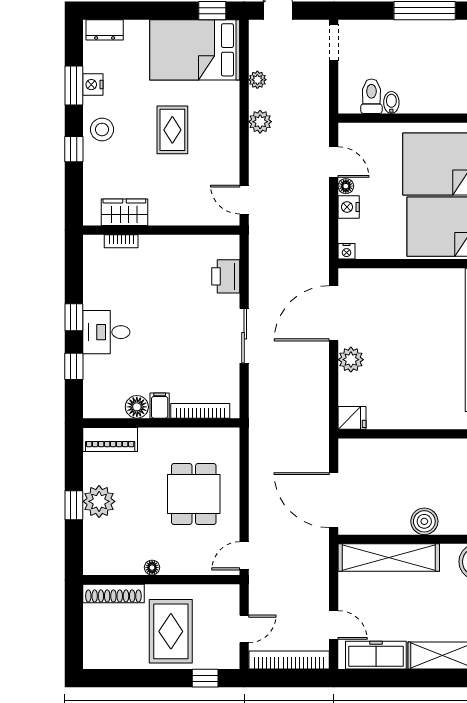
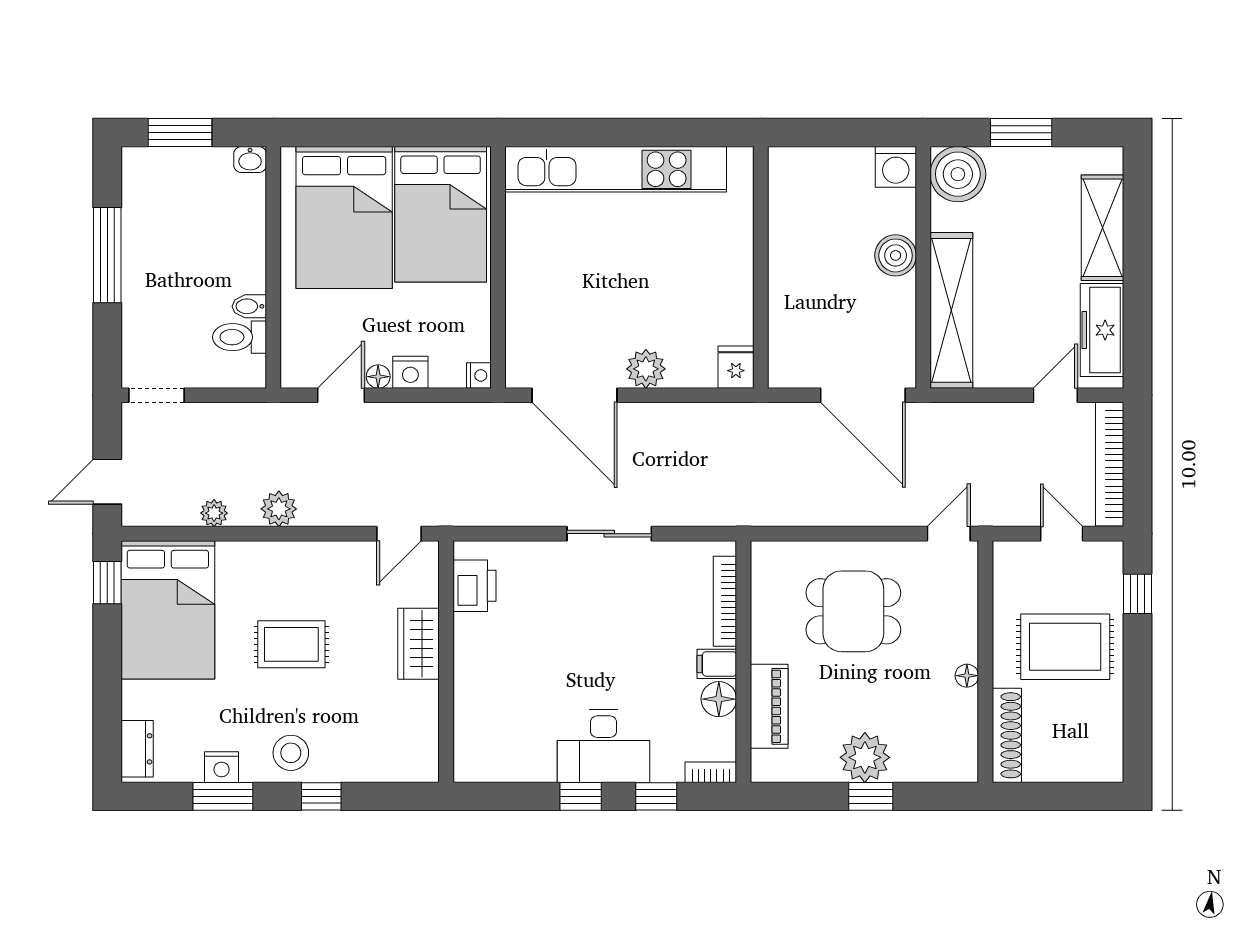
wardrobe: (124, 212) -> (419, 644), moved
bookcase: (121, 241) -> (711, 772), moved, turned -90
printer: (226, 276) -> (474, 586), moved, turned -90
desk: (106, 332) -> (603, 746), width x1.37
piano: (110, 439) -> (769, 706), moved
door: (334, 500) -> (863, 395), hinge flipped
door: (244, 556) -> (949, 534), swing flipped

